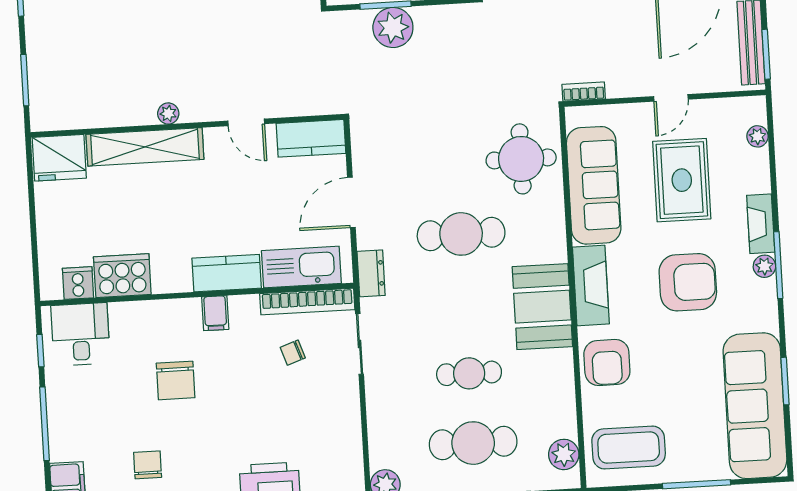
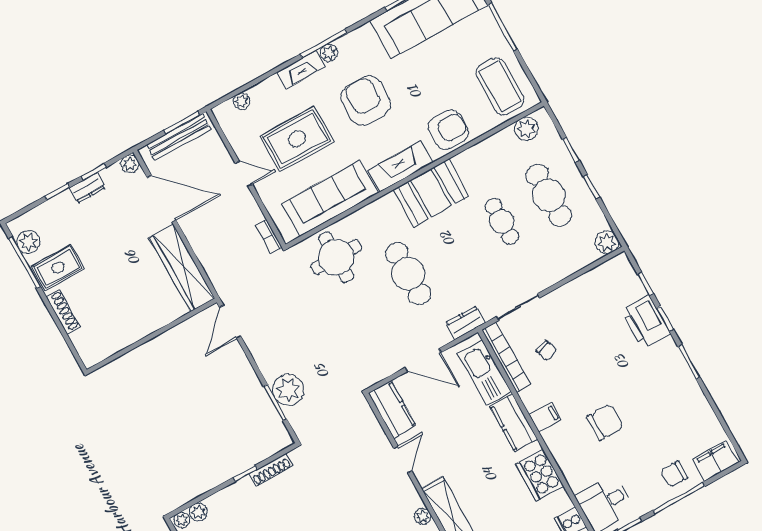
cooker: (122, 276) -> (540, 475), moved
chair: (148, 465) -> (674, 474), moved

